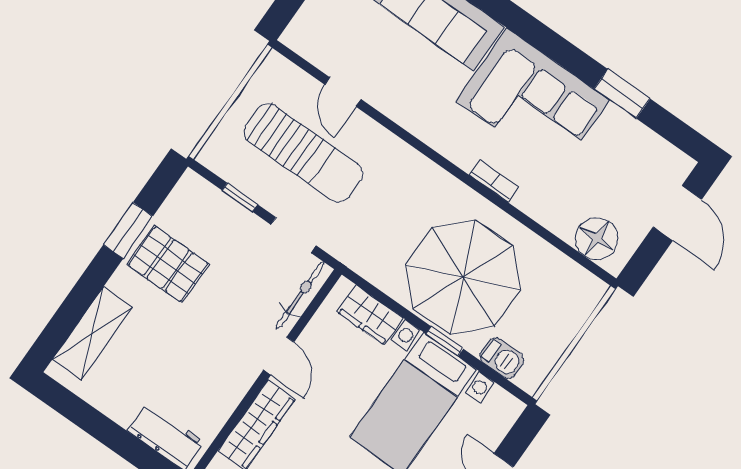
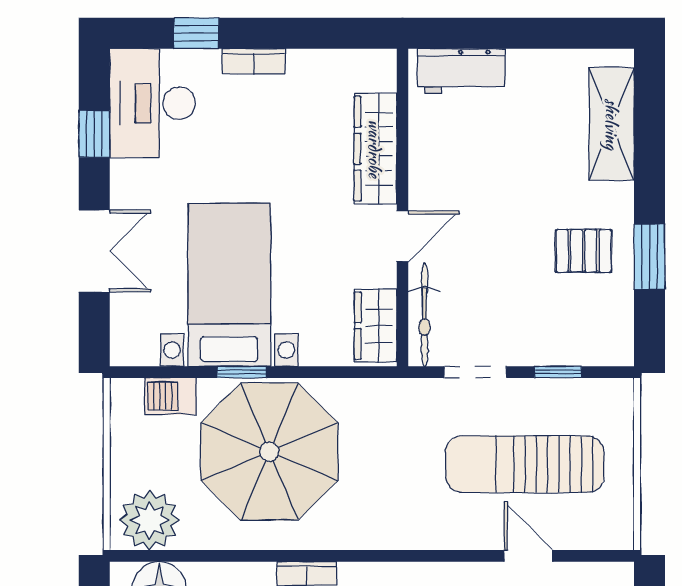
pallet: (168, 264) -> (584, 251), width x0.67, depth x0.71
plant: (572, 287) -> (150, 520), added
wardrobe: (370, 315) -> (376, 326), moved, turned -90
door: (279, 356) -> (402, 236), swing flipped

